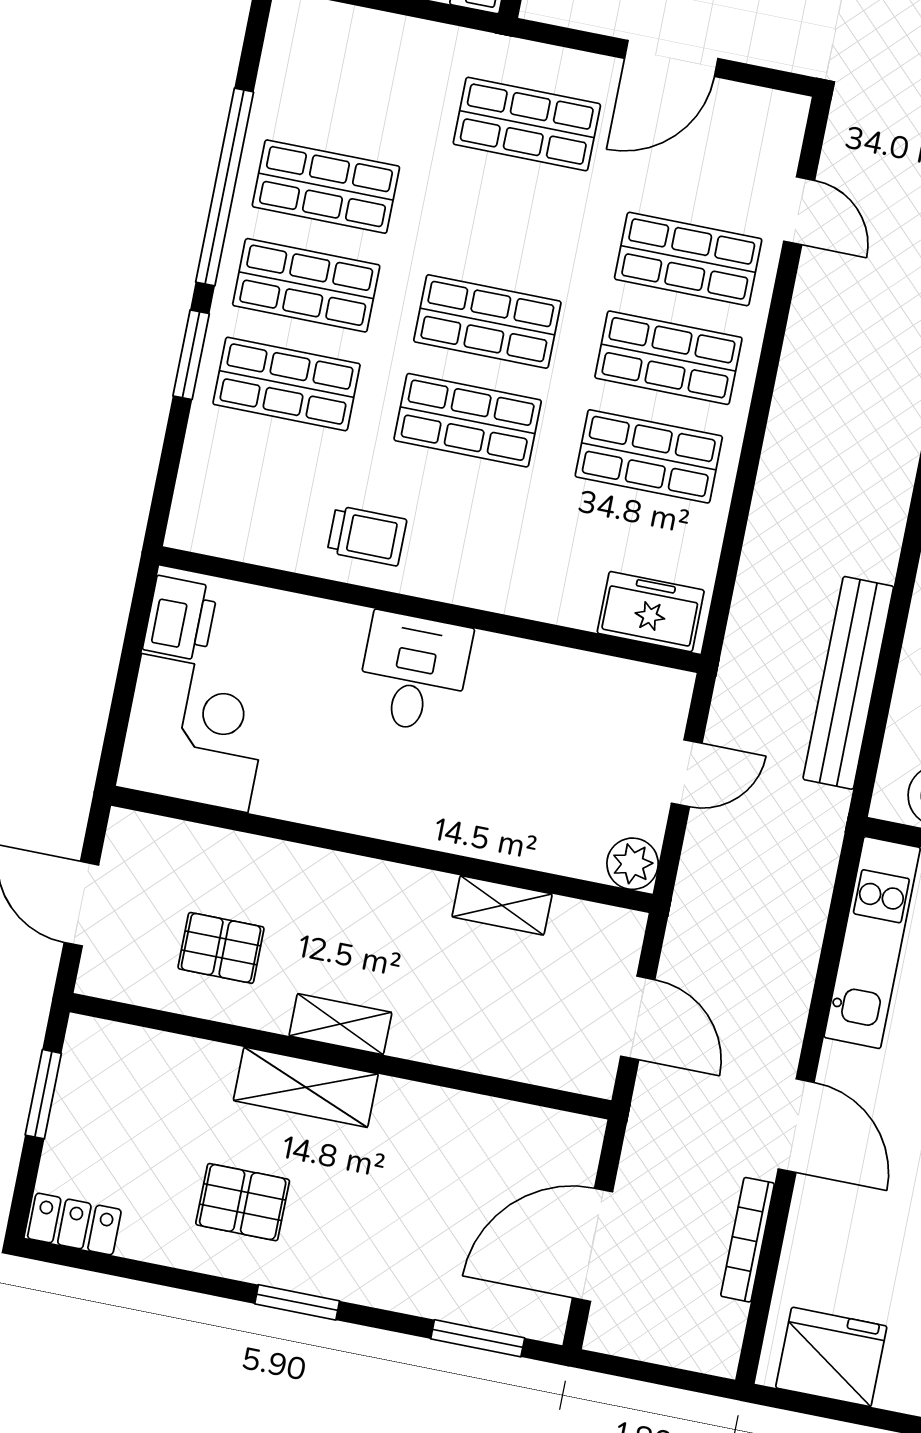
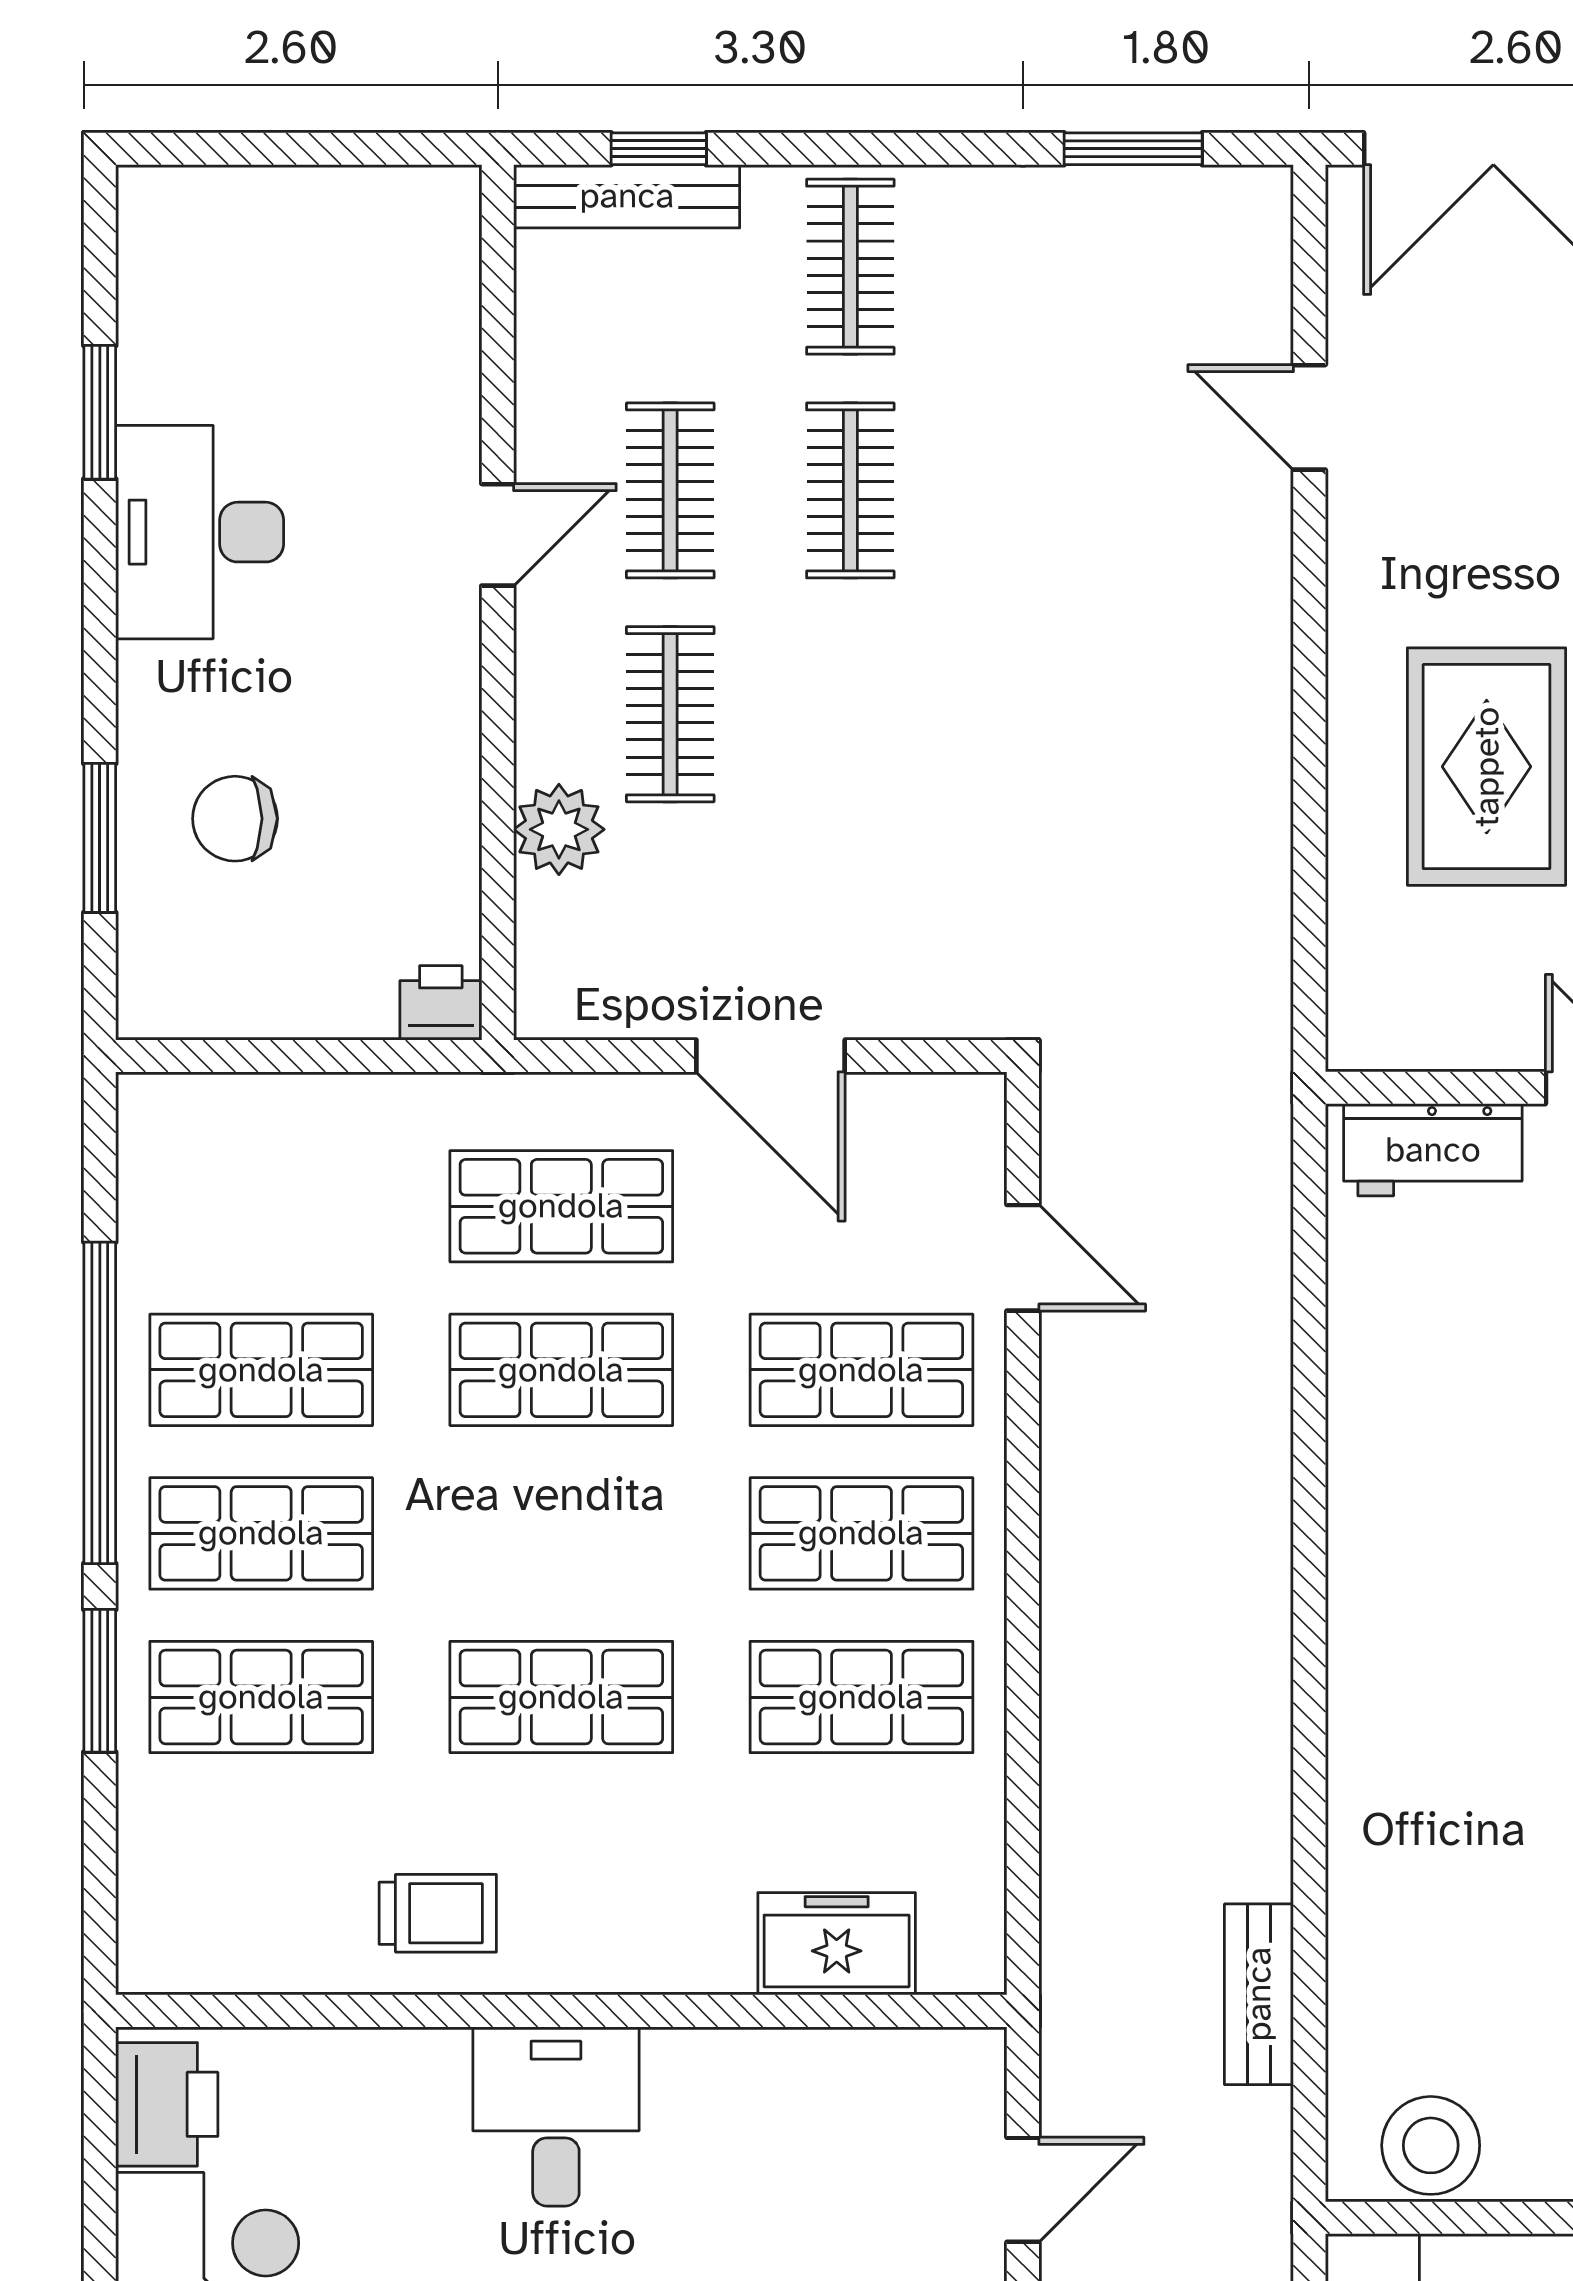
door: (671, 59) -> (771, 1056), hinge flipped
shop shelf: (487, 321) -> (561, 1370), moved
freezer: (651, 612) -> (837, 1944), moved
bench: (848, 683) -> (1259, 1994), width x0.54, depth x0.82

